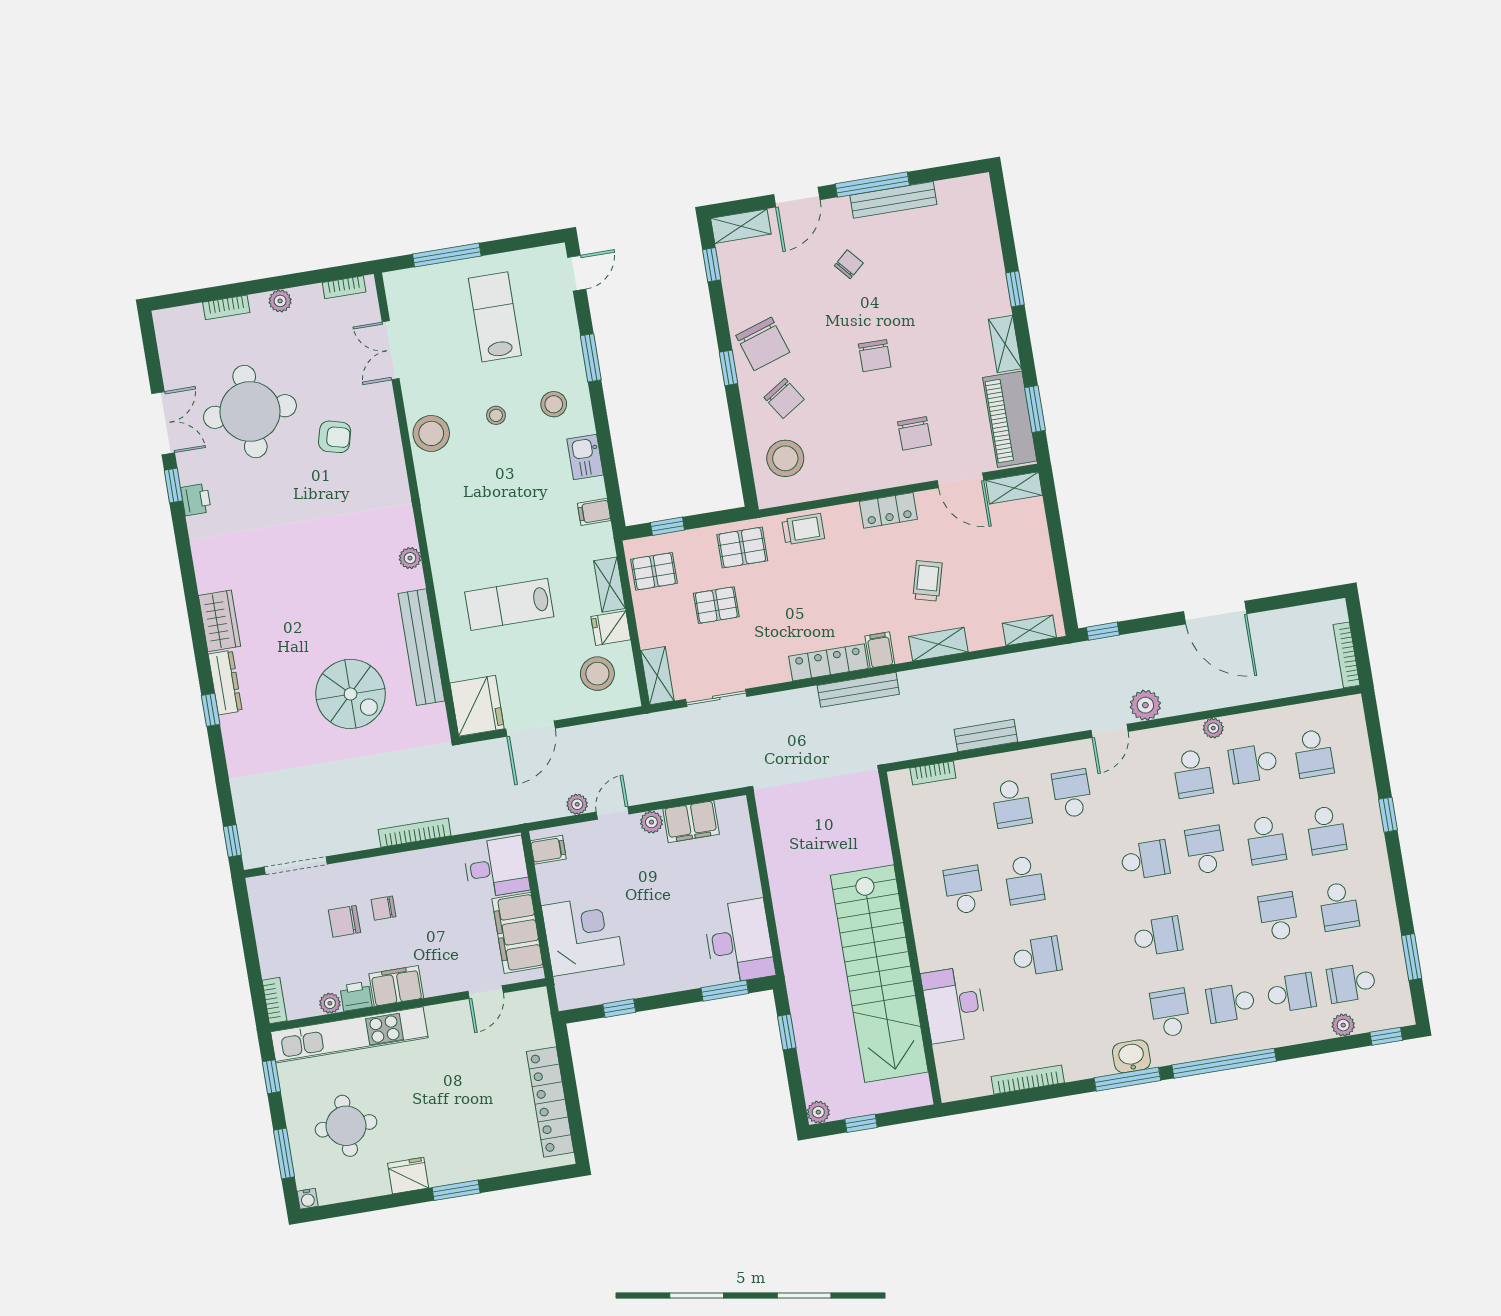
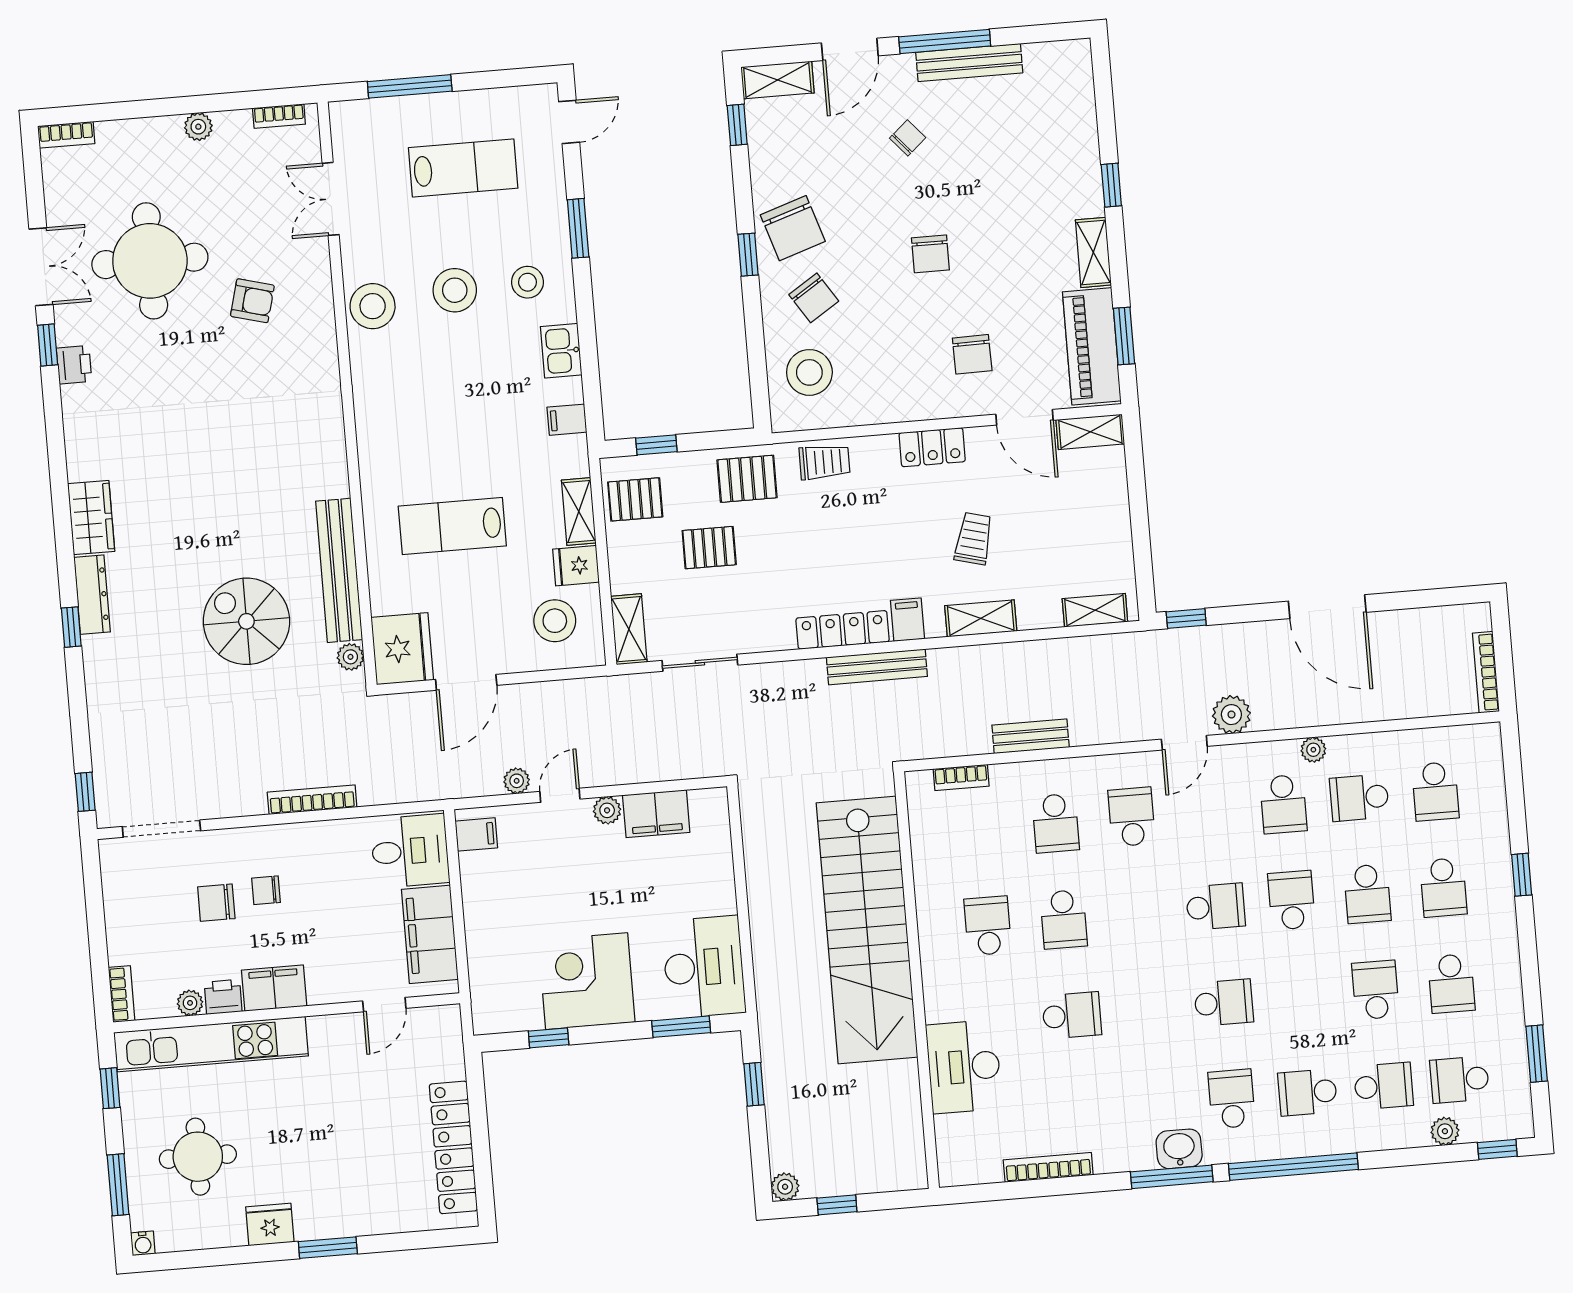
bookcase: (226, 307) -> (66, 135), moved
lab bench: (495, 317) -> (463, 168), turned 90
stool: (496, 415) -> (455, 290), width x1.89, depth x1.89
plant: (410, 558) -> (350, 657), moved
spiral stairs: (351, 694) -> (246, 621), turned 180
corner desk: (583, 935) -> (587, 981), moved, turned -90
stairs: (879, 974) -> (867, 930), moved

